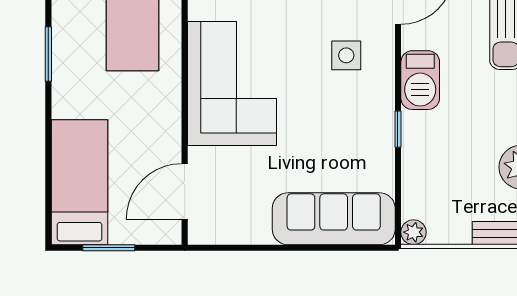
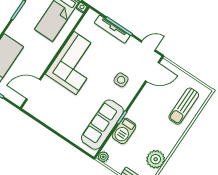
barbecue: (420, 80) -> (124, 131), moved
sofa: (334, 219) -> (102, 125), moved, turned -90

